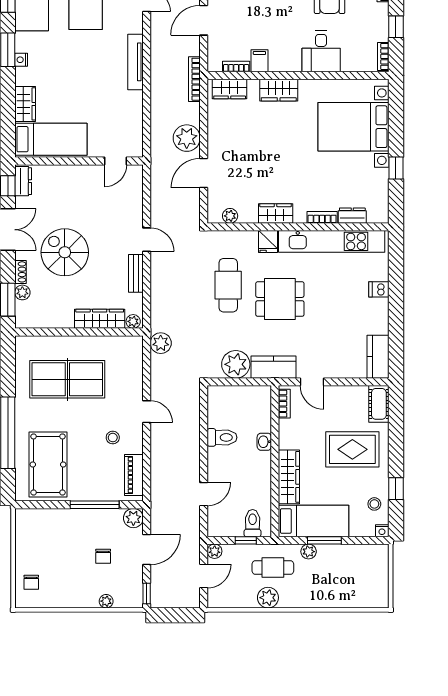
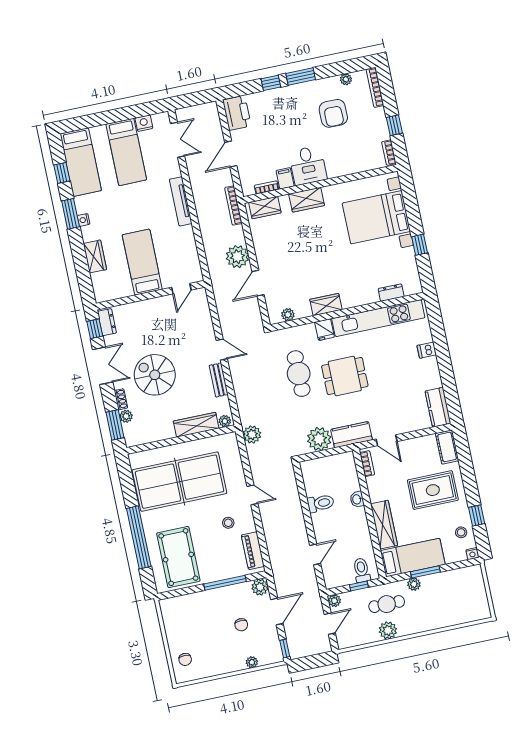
desk: (321, 51) -> (308, 165), moved
bed: (51, 139) -> (142, 262), moved, turned -90
bookcase: (322, 217) -> (366, 300), removed
table tennis table: (67, 379) -> (180, 482), width x1.36, depth x1.32

